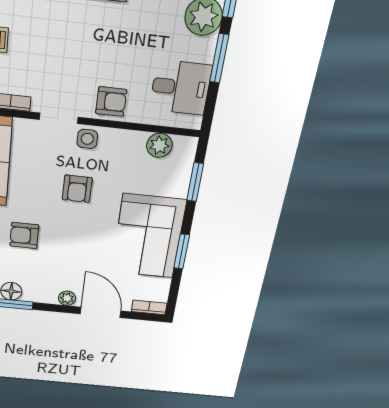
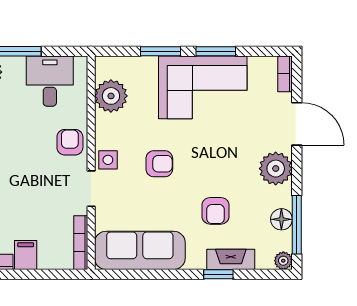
plant: (159, 145) -> (111, 96), width x1.36, depth x1.36
window: (195, 182) -> (161, 51), moved
plant: (67, 298) -> (276, 169), width x1.88, depth x1.88
door: (101, 312) -> (297, 124), swing flipped

